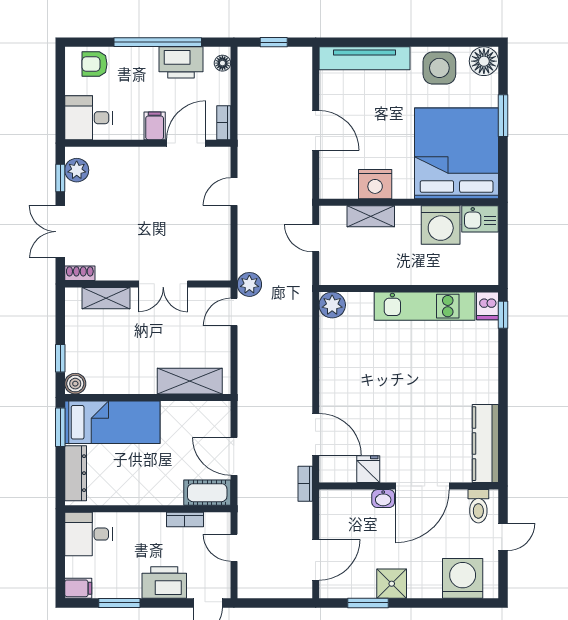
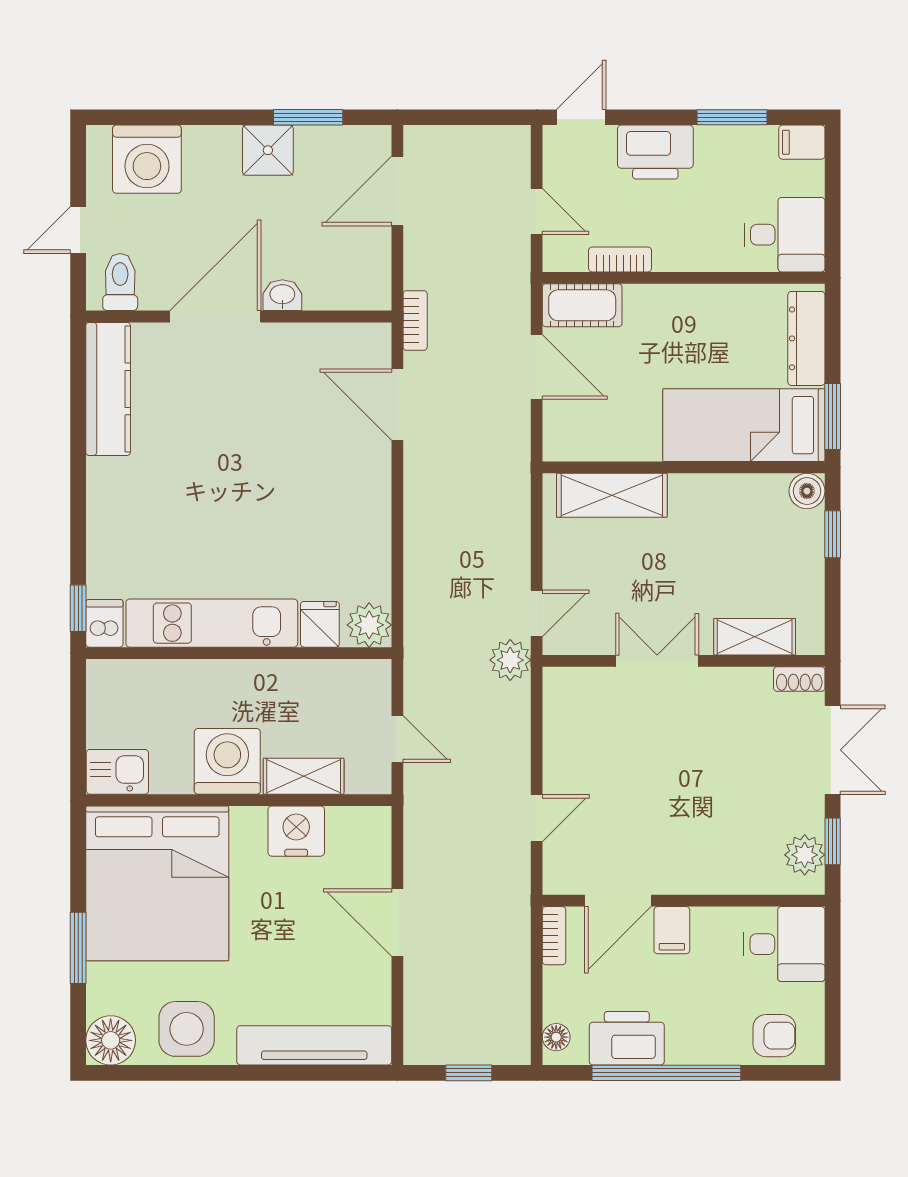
washing machine: (441, 225) -> (227, 761), moved
fridge: (368, 469) -> (320, 624), moved, turned 180

